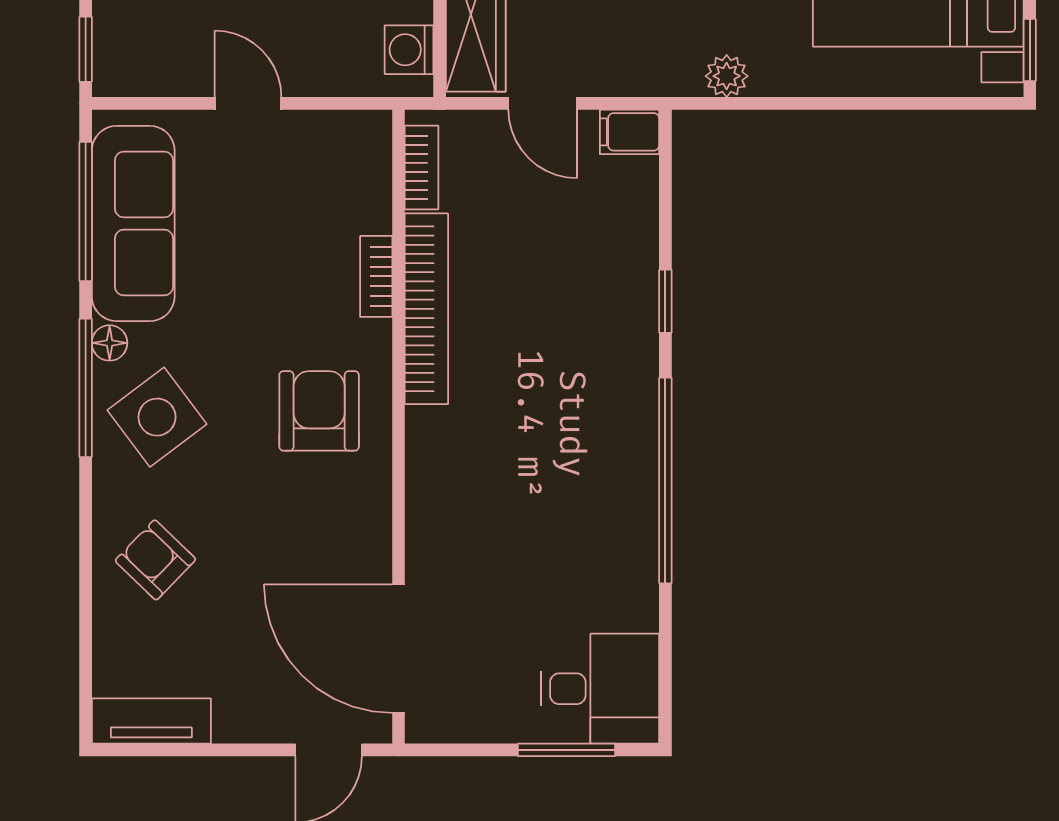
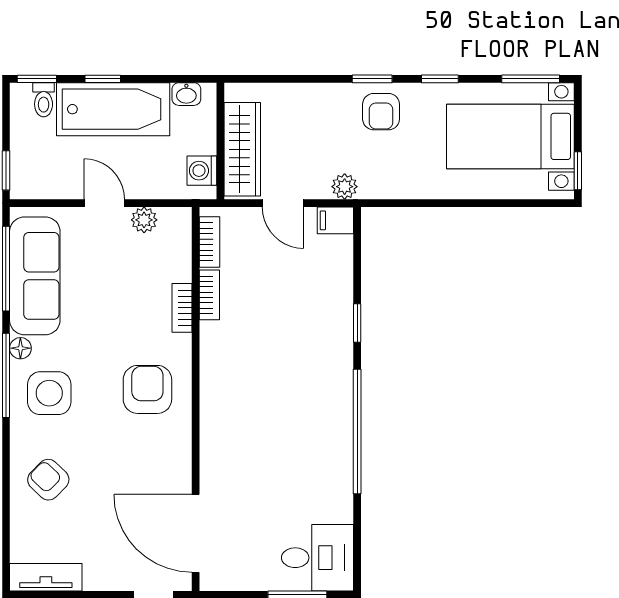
plant: (727, 76) -> (345, 187), moved
plant: (314, 131) -> (144, 220), added
bookcase: (426, 309) -> (209, 295), width x0.43, depth x0.76
side table: (157, 417) -> (49, 393), turned 37

